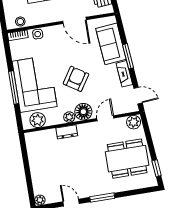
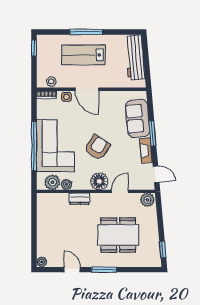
door: (75, 20) -> (87, 89), moved
window: (14, 88) -> (34, 146), width x1.46
plant: (69, 117) -> (66, 184), moved
dining table: (127, 159) -> (118, 235), moved

